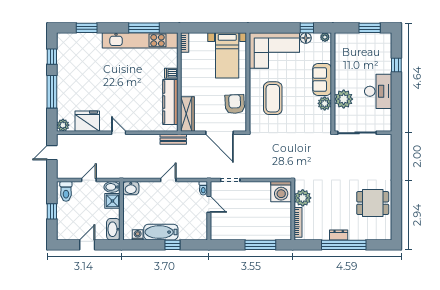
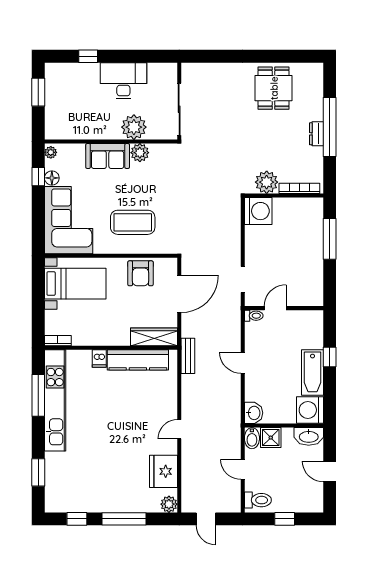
armchair: (235, 104) -> (140, 273), turned -87
washing machine: (138, 235) -> (310, 410), width x1.89, depth x1.89

